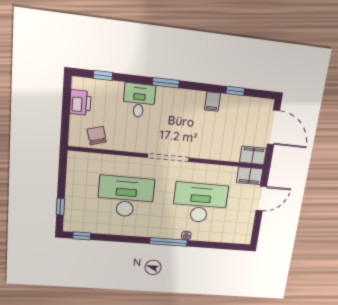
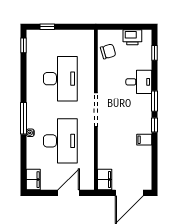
window: (235, 91) -> (154, 125), moved
filing cabinet: (250, 176) -> (33, 180), moved, turned 180
door: (261, 198) -> (69, 193), swing flipped

